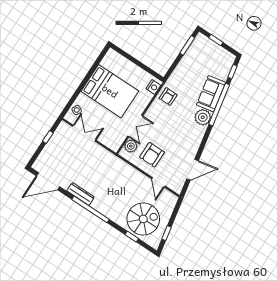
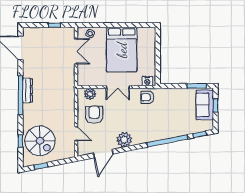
sofa: (211, 94) -> (205, 105), moved, turned -79
plant: (203, 117) -> (124, 140), moved
double door: (135, 126) -> (118, 87), moved
armchair: (152, 155) -> (94, 115), turned 90
door: (192, 170) -> (103, 154), hinge flipped
door: (158, 182) -> (76, 134), swing flipped
dresser: (81, 194) -> (27, 90), moved

